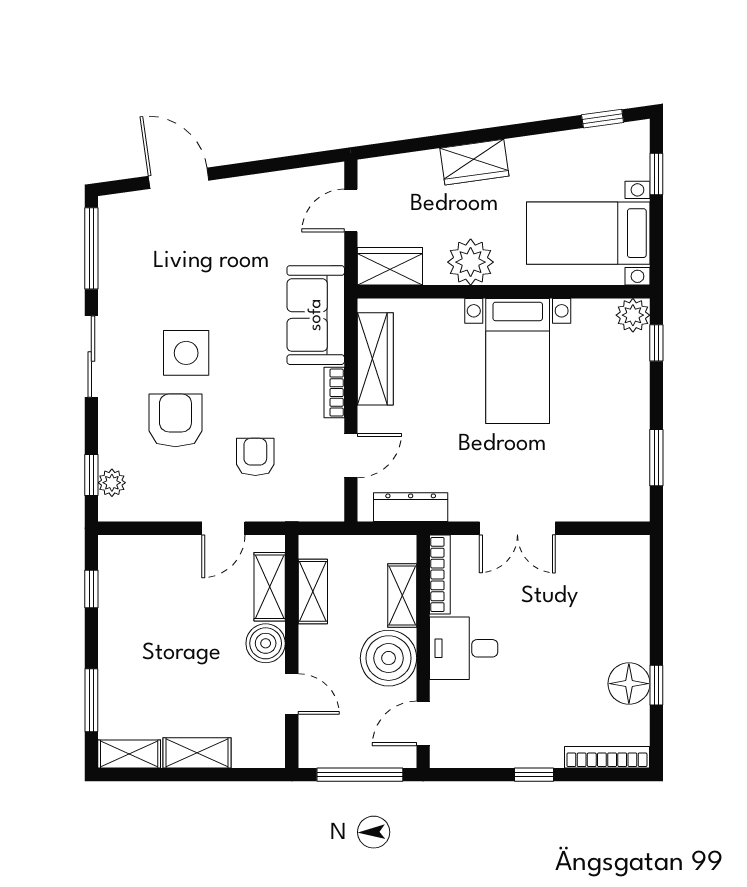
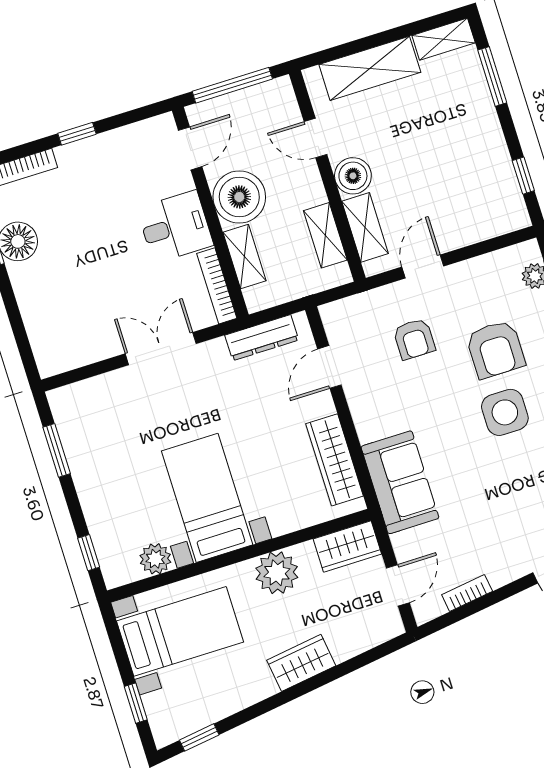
plant: (633, 315) -> (155, 559), moved
bookcase: (334, 393) -> (467, 593), moved, turned -98
shelving: (197, 753) -> (370, 68), width x1.50, depth x1.33

